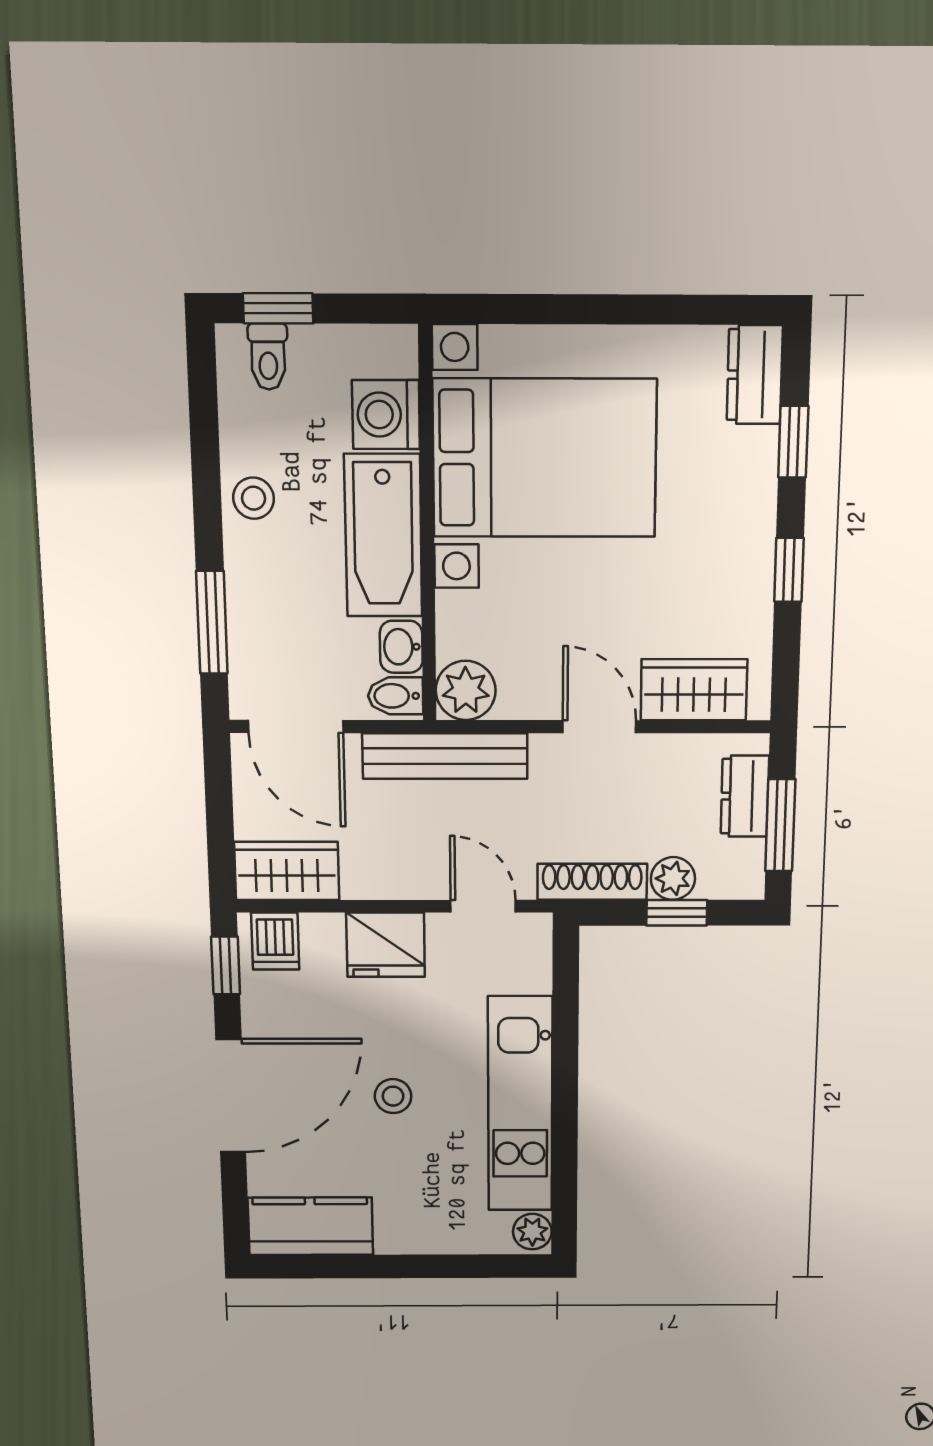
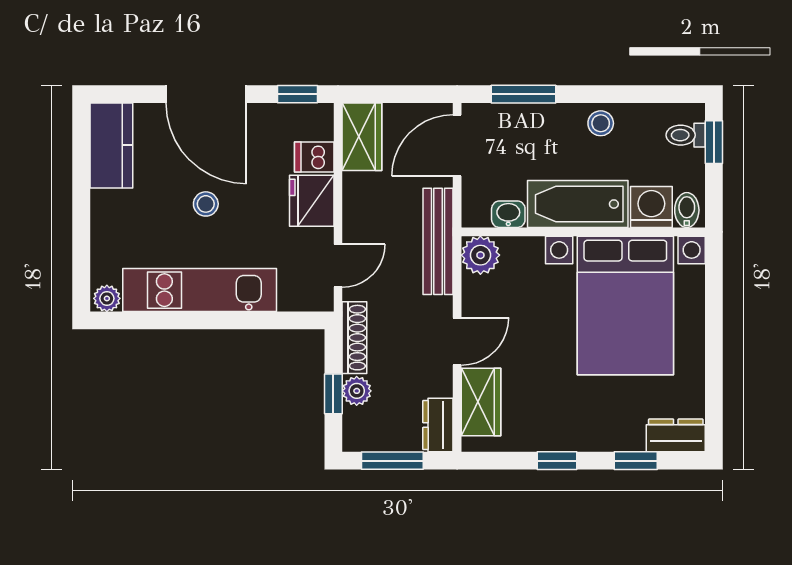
bidet: (396, 696) -> (687, 210), moved
dresser: (745, 796) -> (438, 425), moved, turned -90
dishwasher: (275, 941) -> (314, 157), moved

